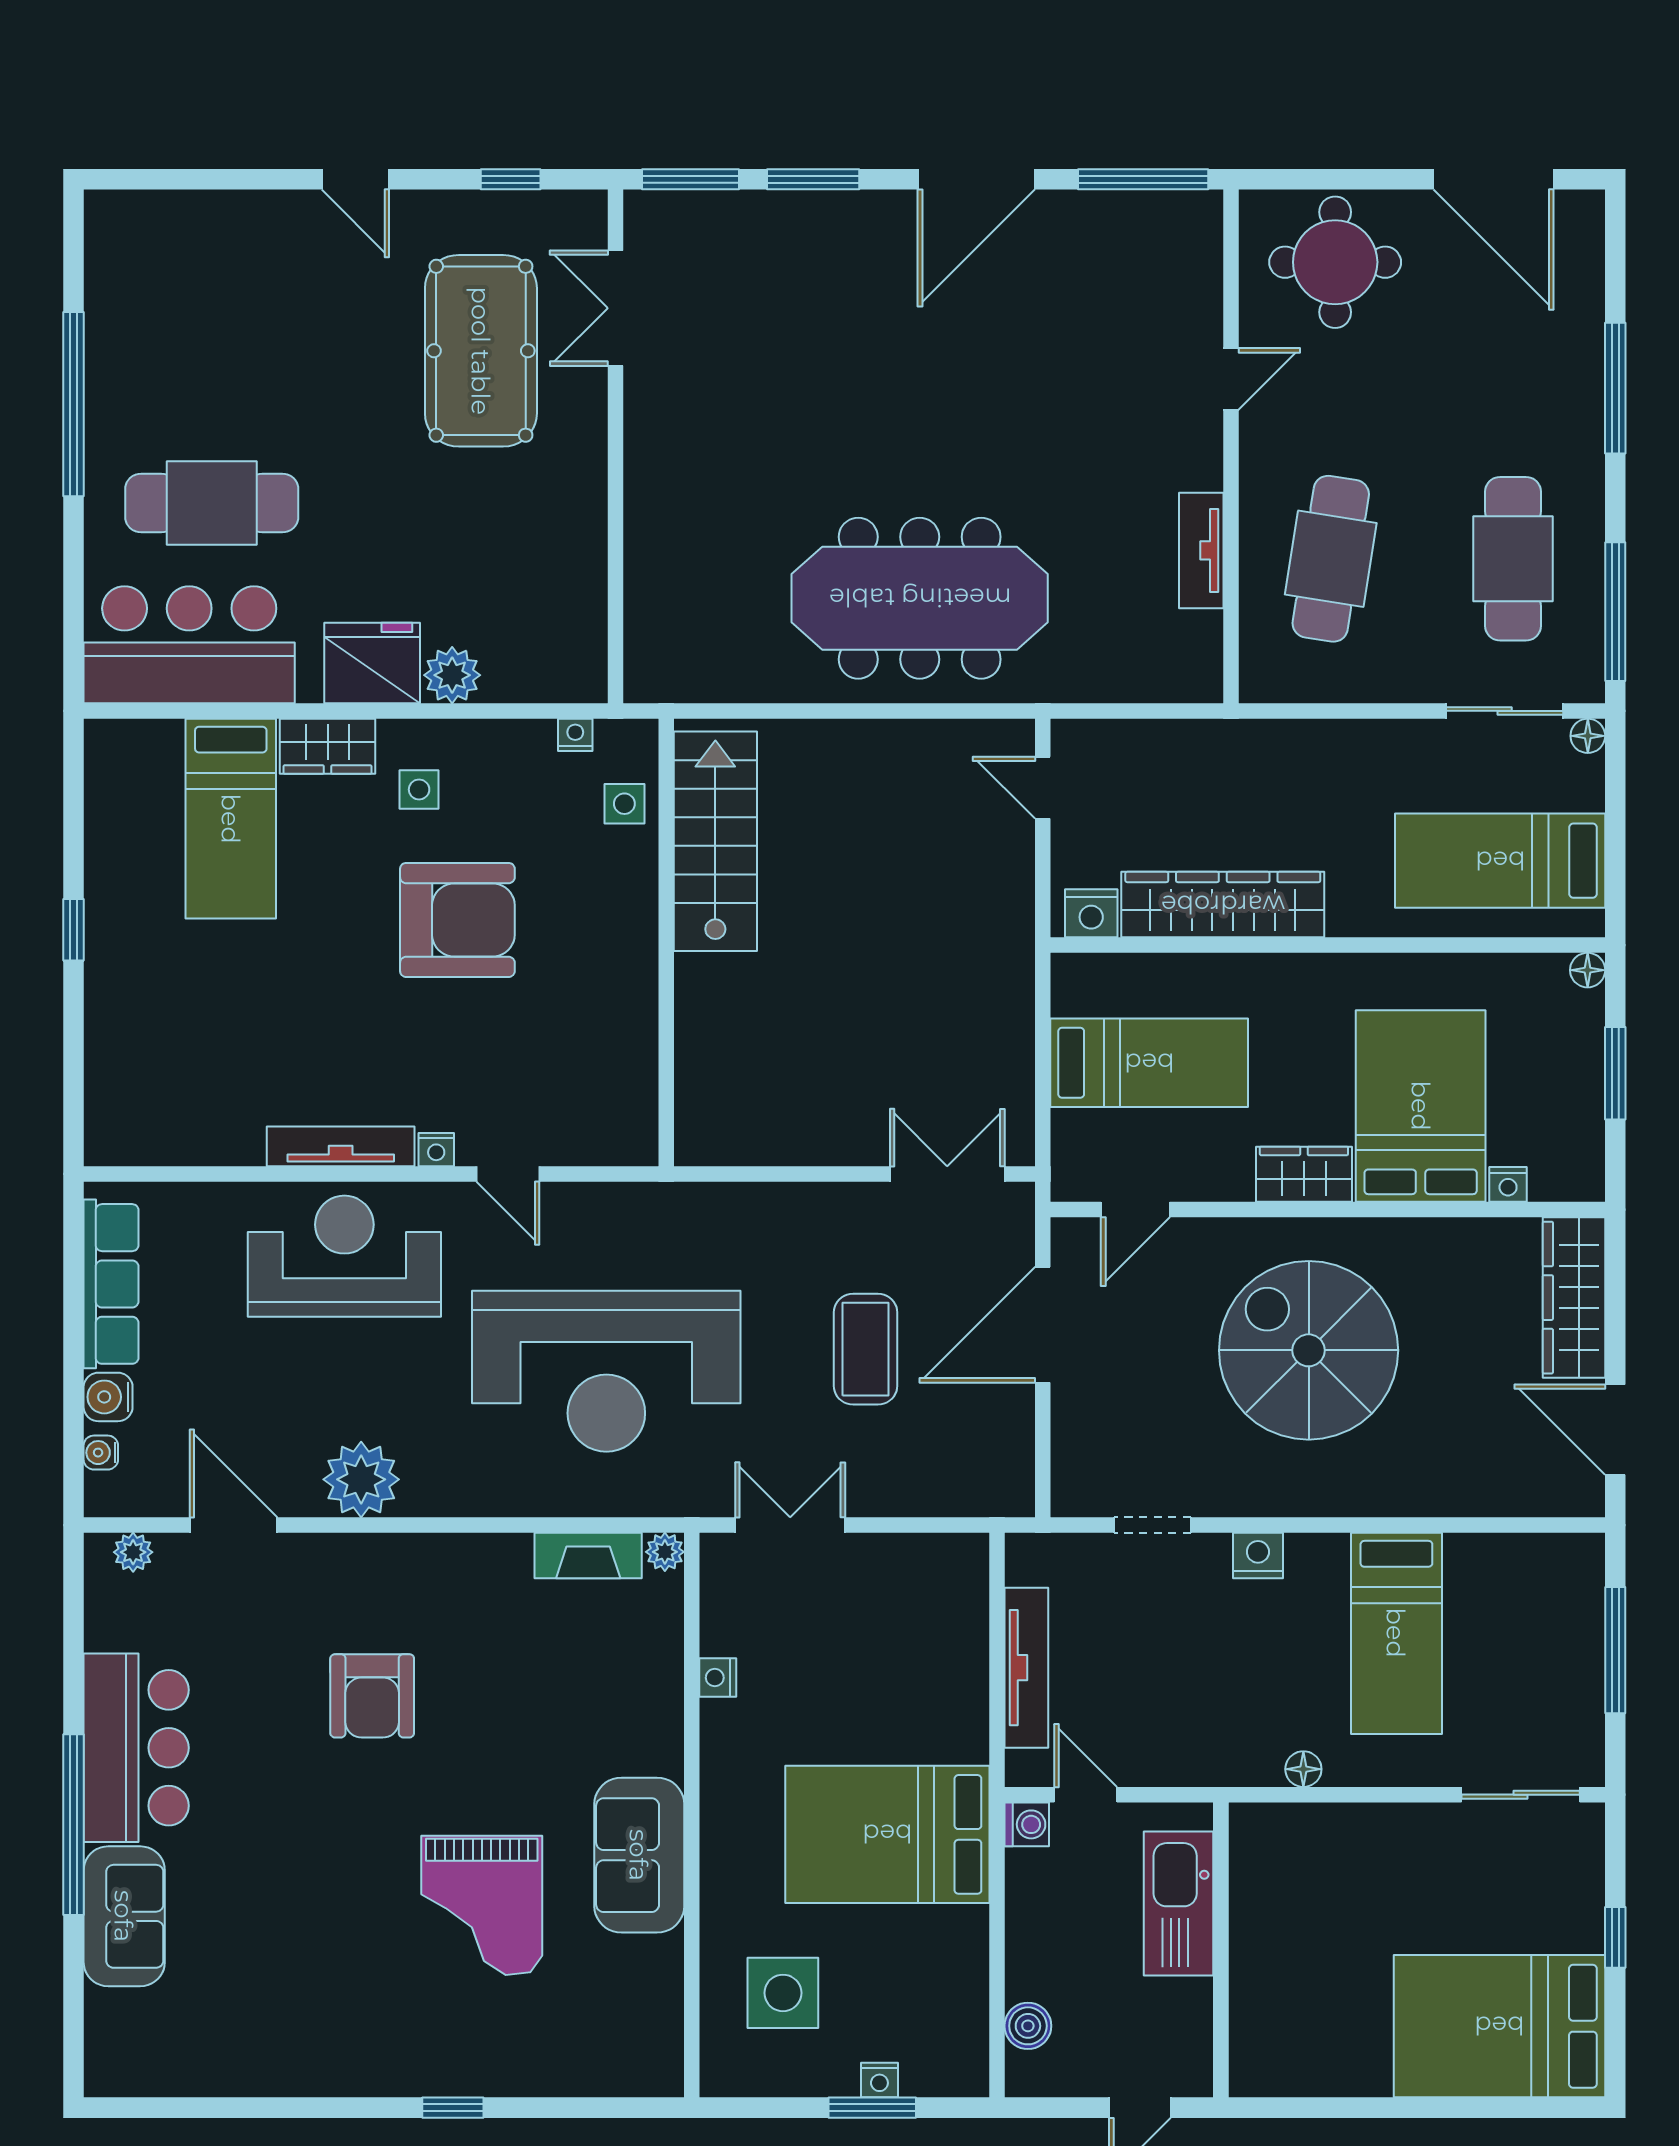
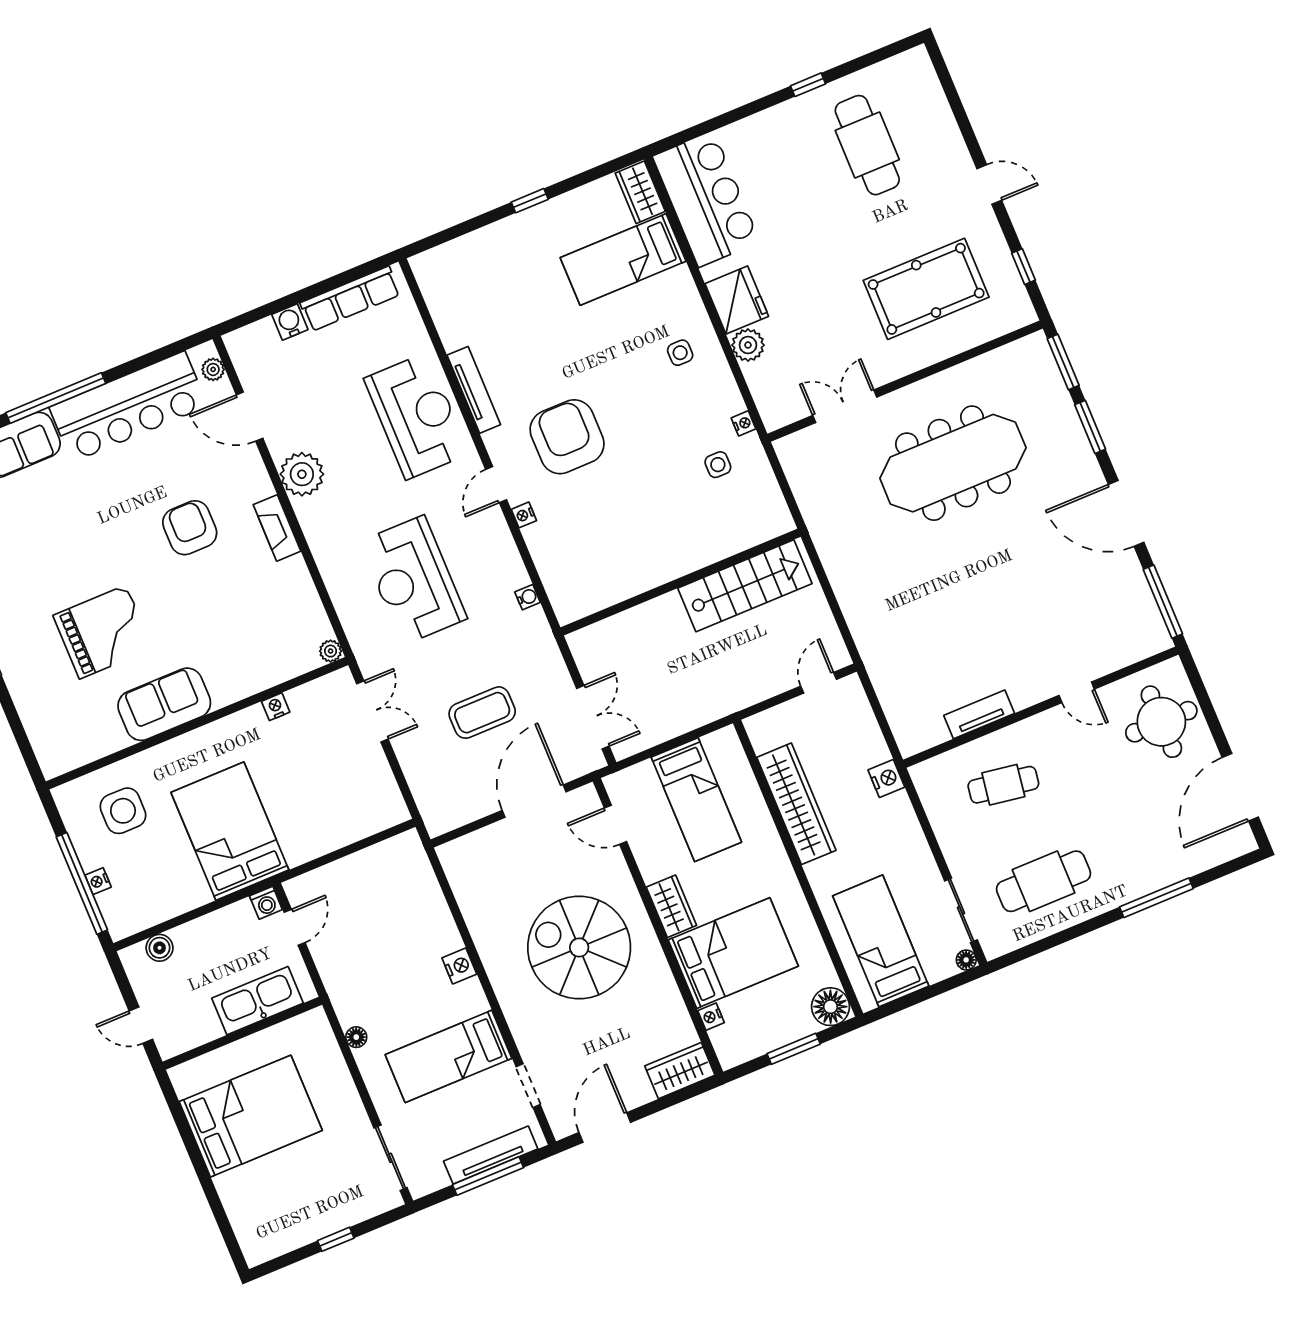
door: (355, 179) -> (989, 184), swing flipped
double door: (615, 308) -> (845, 406), moved
window: (74, 404) -> (808, 85), width x0.32
cafe table: (212, 503) -> (867, 145), moved
cafe table: (1331, 559) -> (1003, 785), width x0.73, depth x0.74
meeting table: (920, 598) -> (953, 463), moved, turned 90
window: (1615, 612) -> (1038, 947), removed
wardrobe: (328, 746) -> (640, 192), moved
stairs: (715, 841) -> (745, 586), moved
nightstand: (1091, 913) -> (886, 778), moved, turned 180
armchair: (457, 920) -> (567, 437), moved, turned 180
wall: (666, 942) -> (681, 582), moved
floor lamp: (1588, 970) -> (830, 1007), width x1.89, depth x1.89
nightstand: (436, 1150) -> (524, 515), moved
wardrobe: (1574, 1298) -> (680, 1071), width x0.67
door: (1043, 1325) -> (534, 801), hinge flipped
spiral stairs: (1309, 1350) -> (579, 947), turned -90
reception desk: (606, 1371) -> (413, 580), width x0.74, depth x0.77
water cooler: (101, 1453) -> (528, 597), moved, turned 90
door: (233, 1525) -> (250, 417), swing flipped
doorway: (1152, 1525) -> (528, 1086), moved
fireplace: (588, 1556) -> (277, 528), moved
tv unit: (1026, 1668) -> (491, 1155), moved, turned 180
armchair: (372, 1696) -> (190, 528), turned 90
bar counter: (136, 1748) -> (128, 407), width x1.36
grand piano: (482, 1905) -> (103, 632), turned 180
bed: (1499, 2026) -> (251, 1116), moved, turned 90
window: (872, 2108) -> (82, 883), width x2.11

